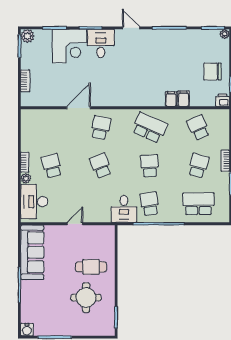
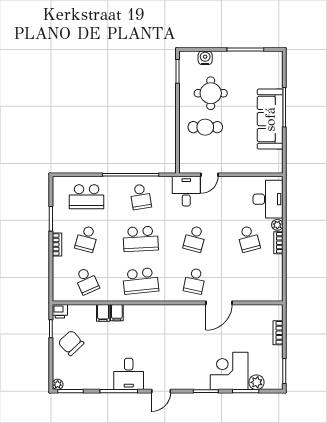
door: (131, 28) -> (161, 391), hinge flipped
plant: (27, 36) -> (257, 382), moved
desk: (101, 43) -> (129, 374), moved
chair: (213, 71) -> (71, 343), turned -133
school desk: (150, 128) -> (141, 281), turned -30
school desk: (101, 166) -> (195, 239), turned 36
school desk: (150, 166) -> (141, 239), width x1.85
desk: (124, 209) -> (186, 191), moved
door: (75, 224) -> (209, 175), moved
sofa: (32, 252) -> (270, 119), moved
water cooler: (27, 330) -> (205, 58), moved

